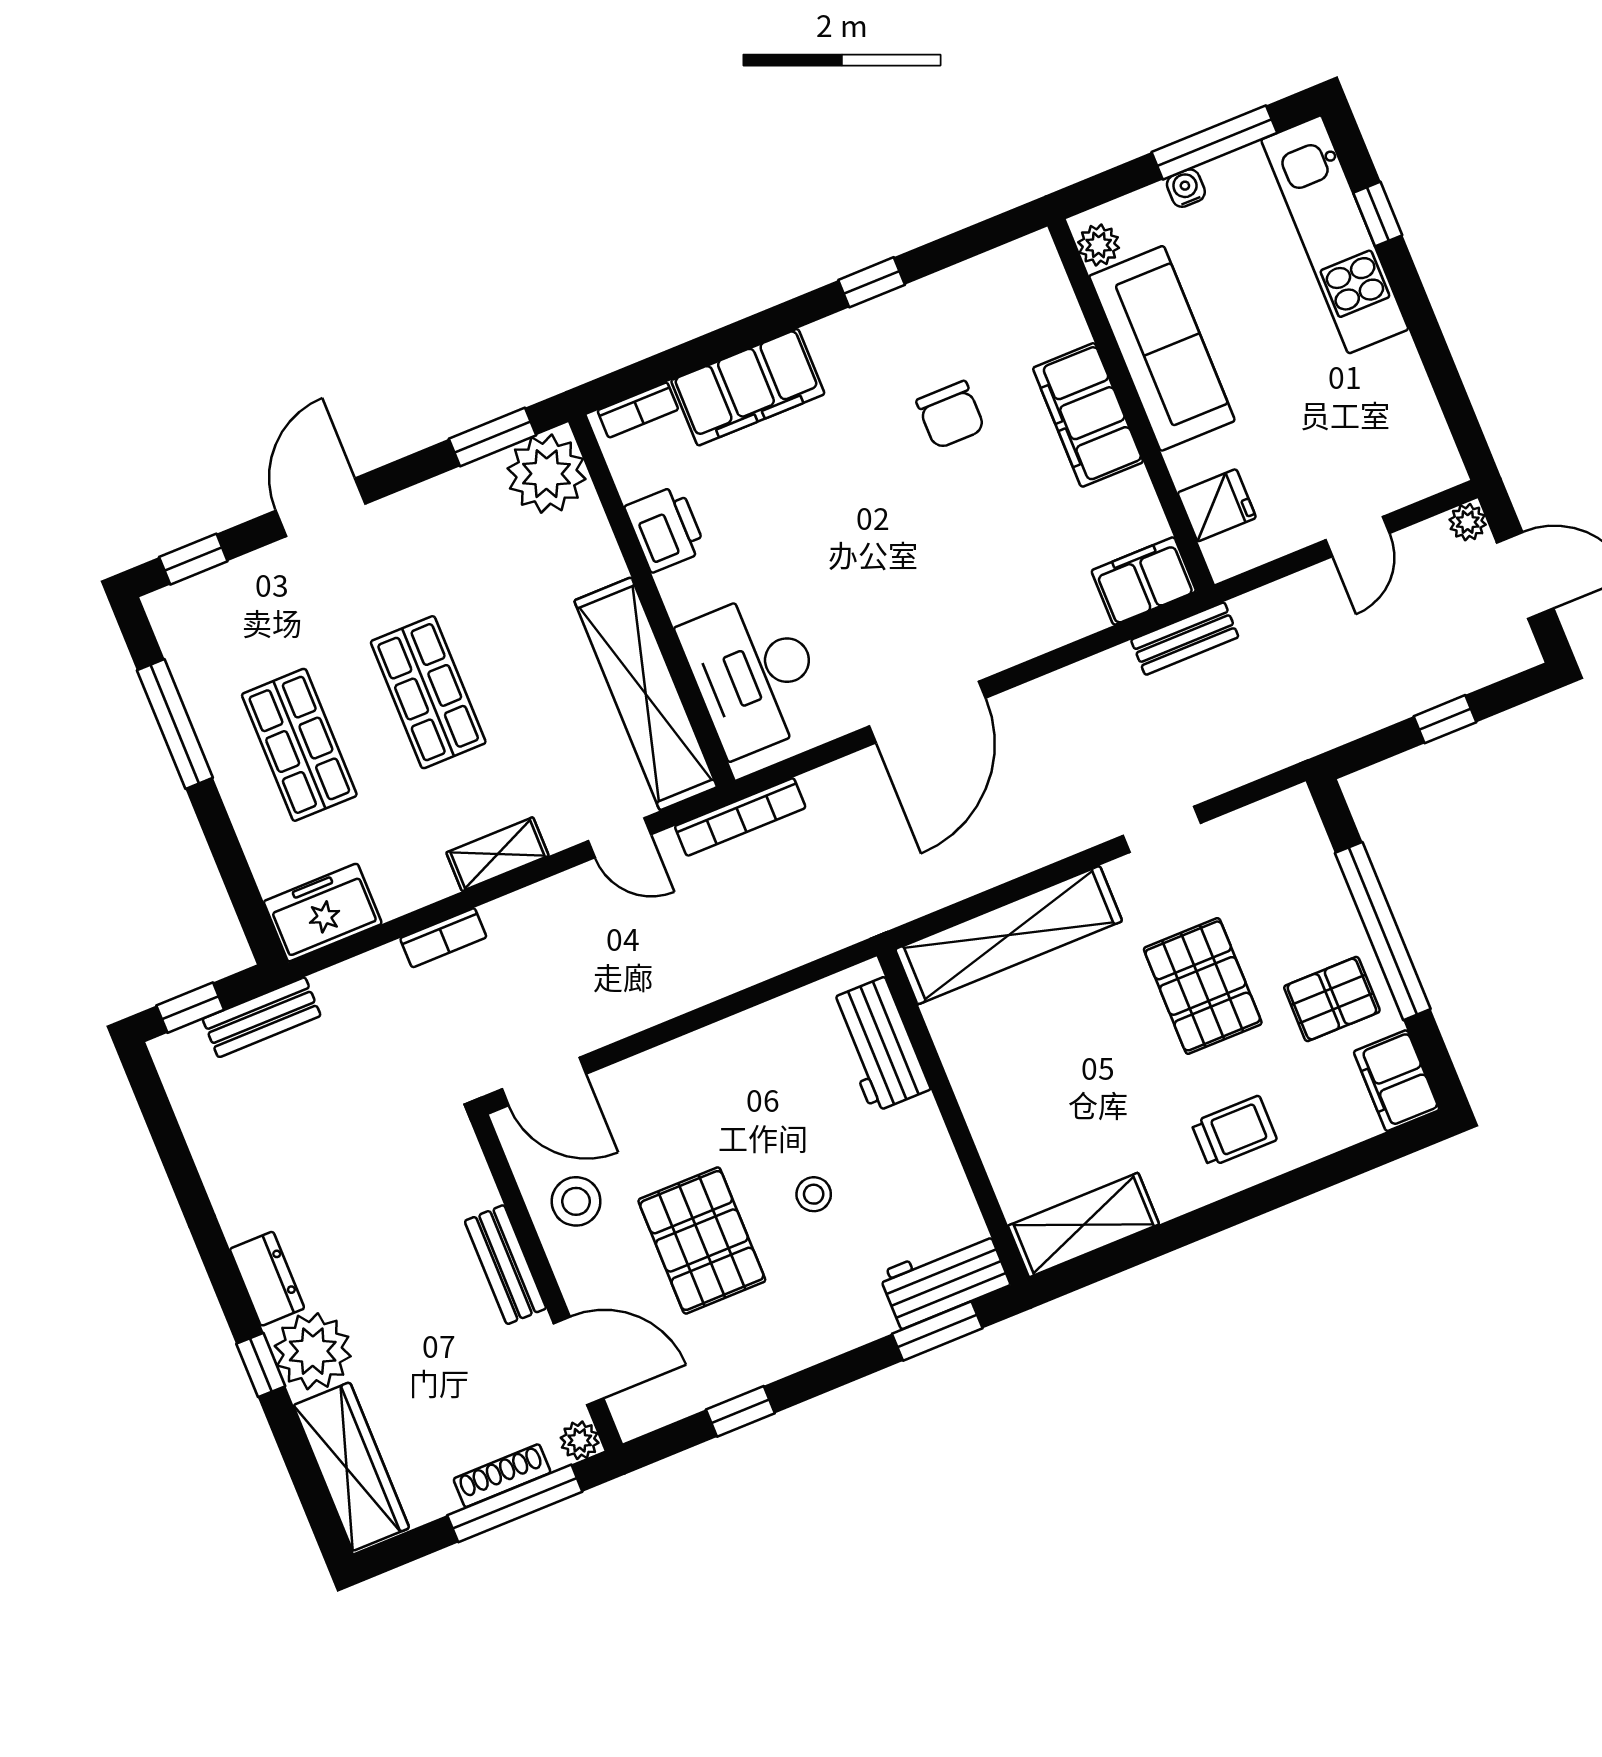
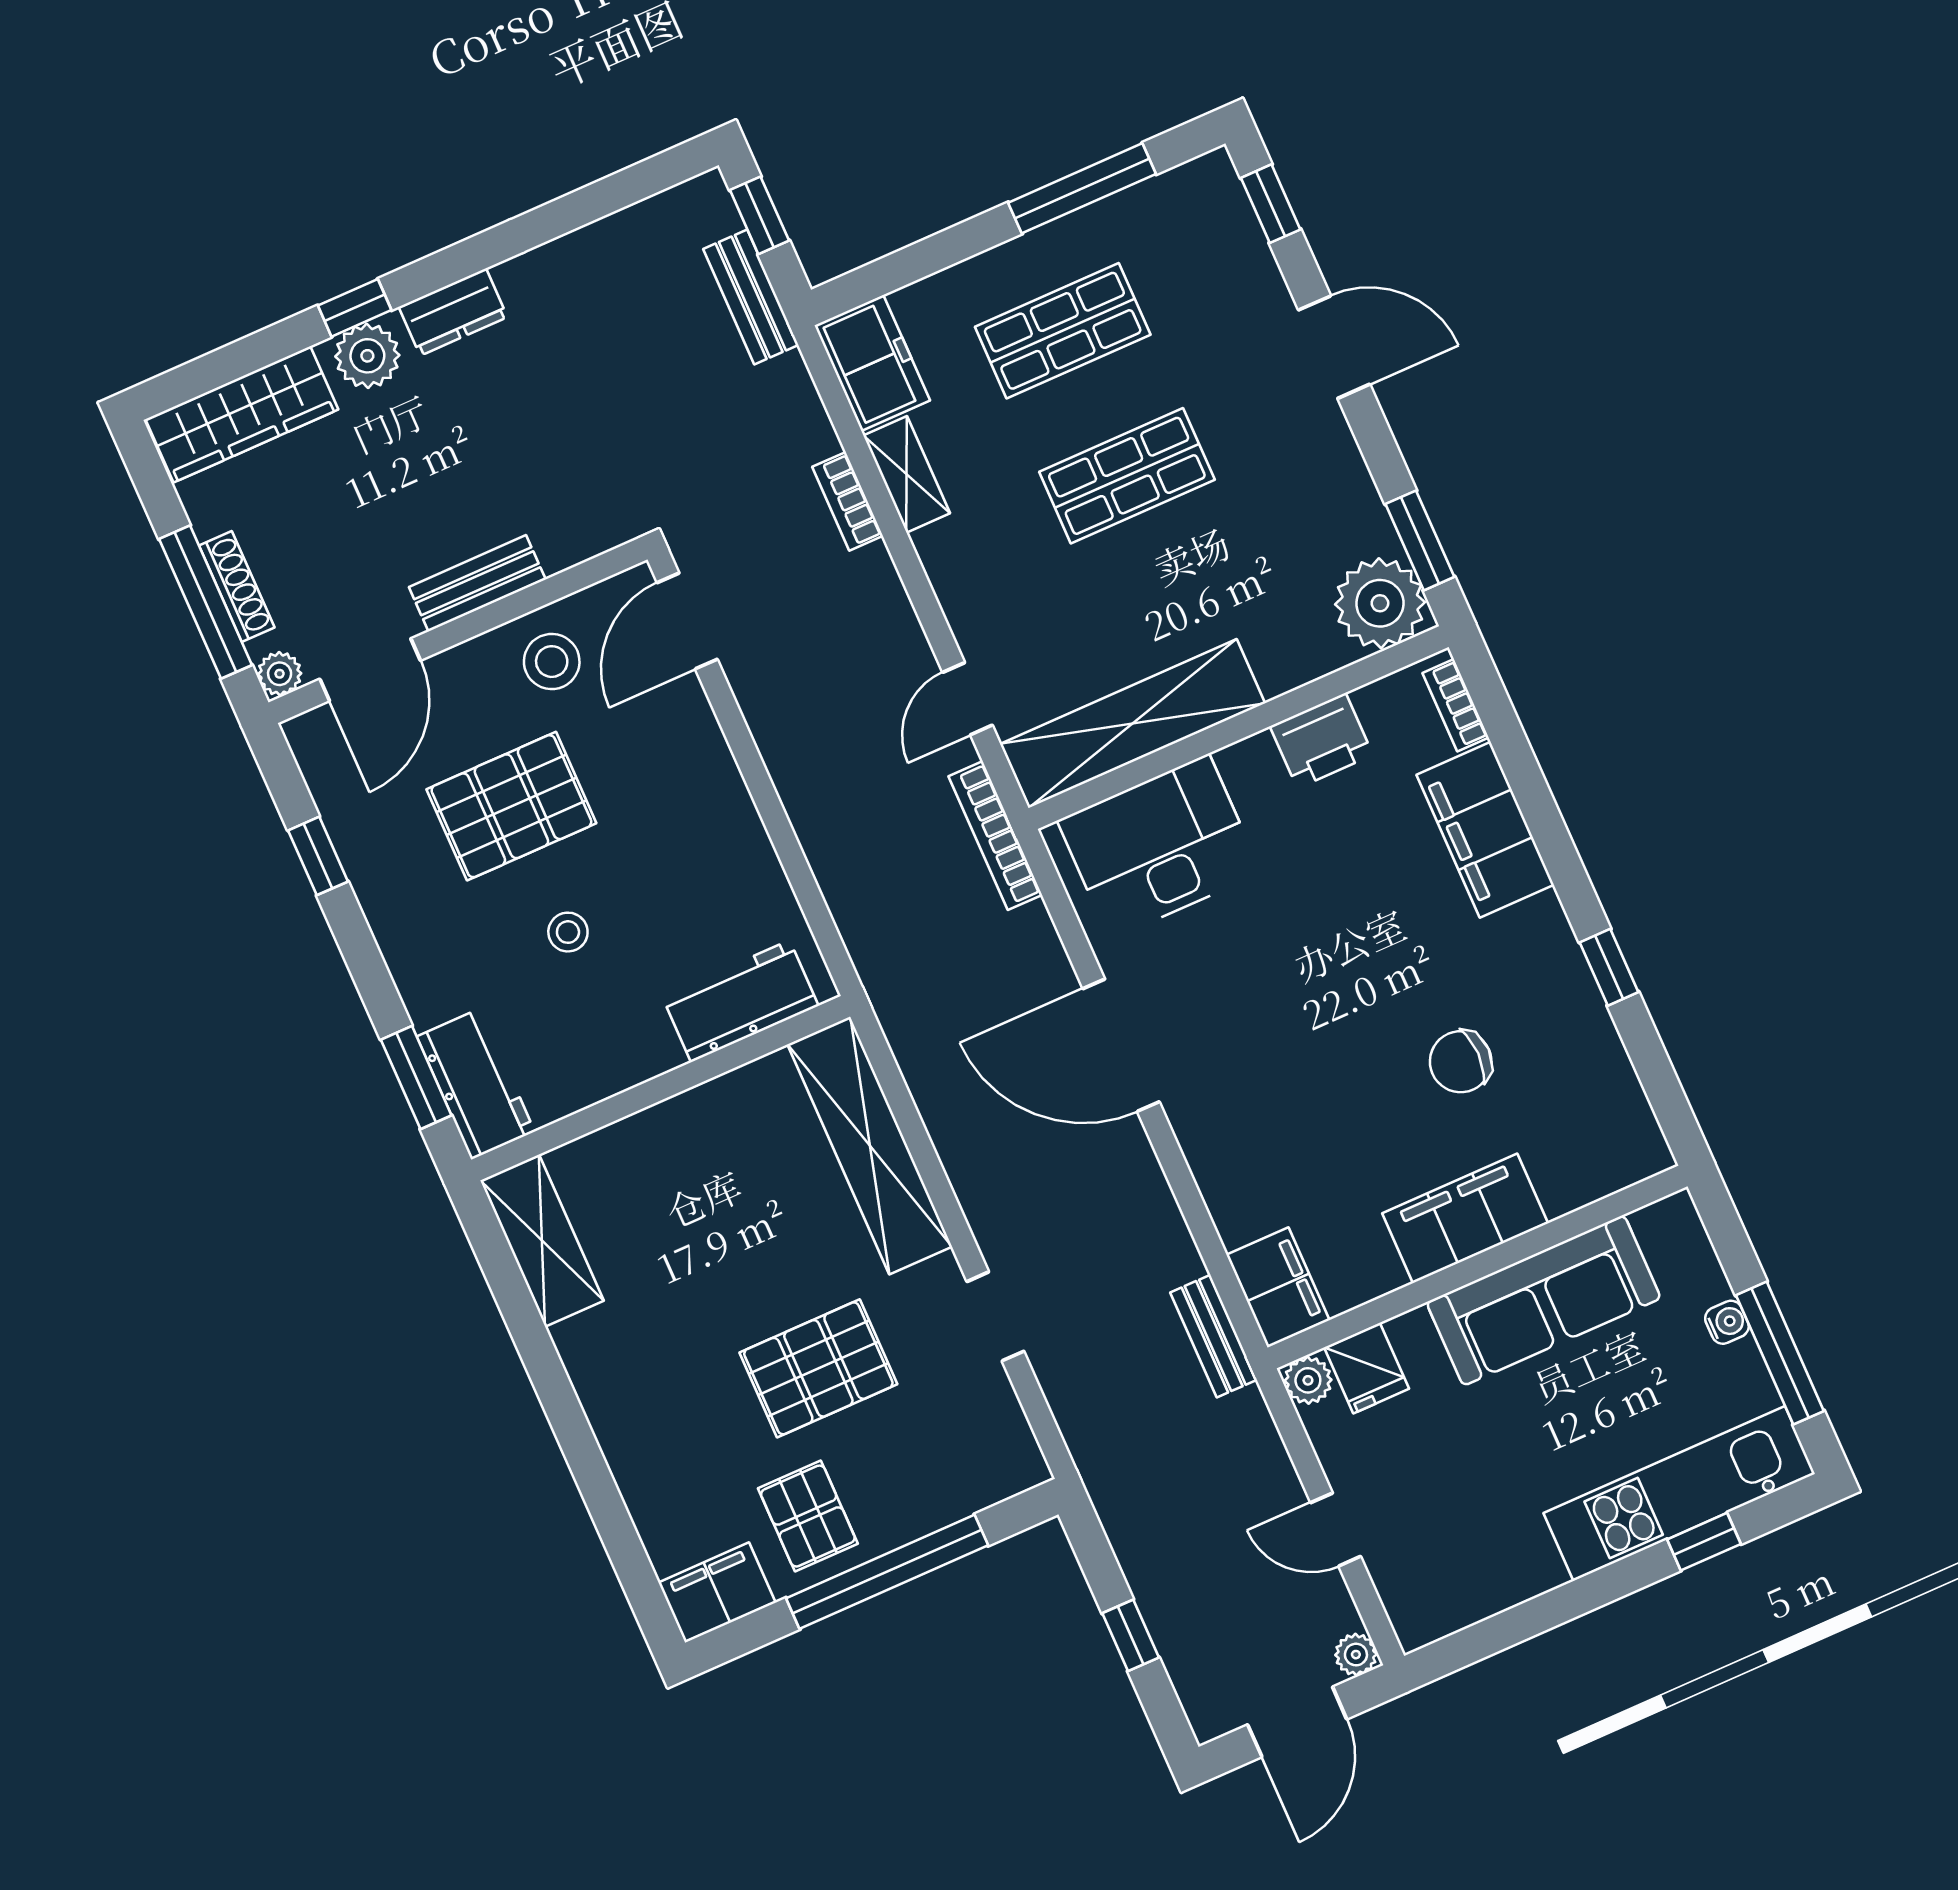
plant: (1099, 245) -> (1308, 1380), moved
shelving: (497, 854) -> (907, 474), moved
trolley: (1234, 1131) -> (654, 1409), removed
plant: (313, 1351) -> (367, 356), width x0.73, depth x0.73

